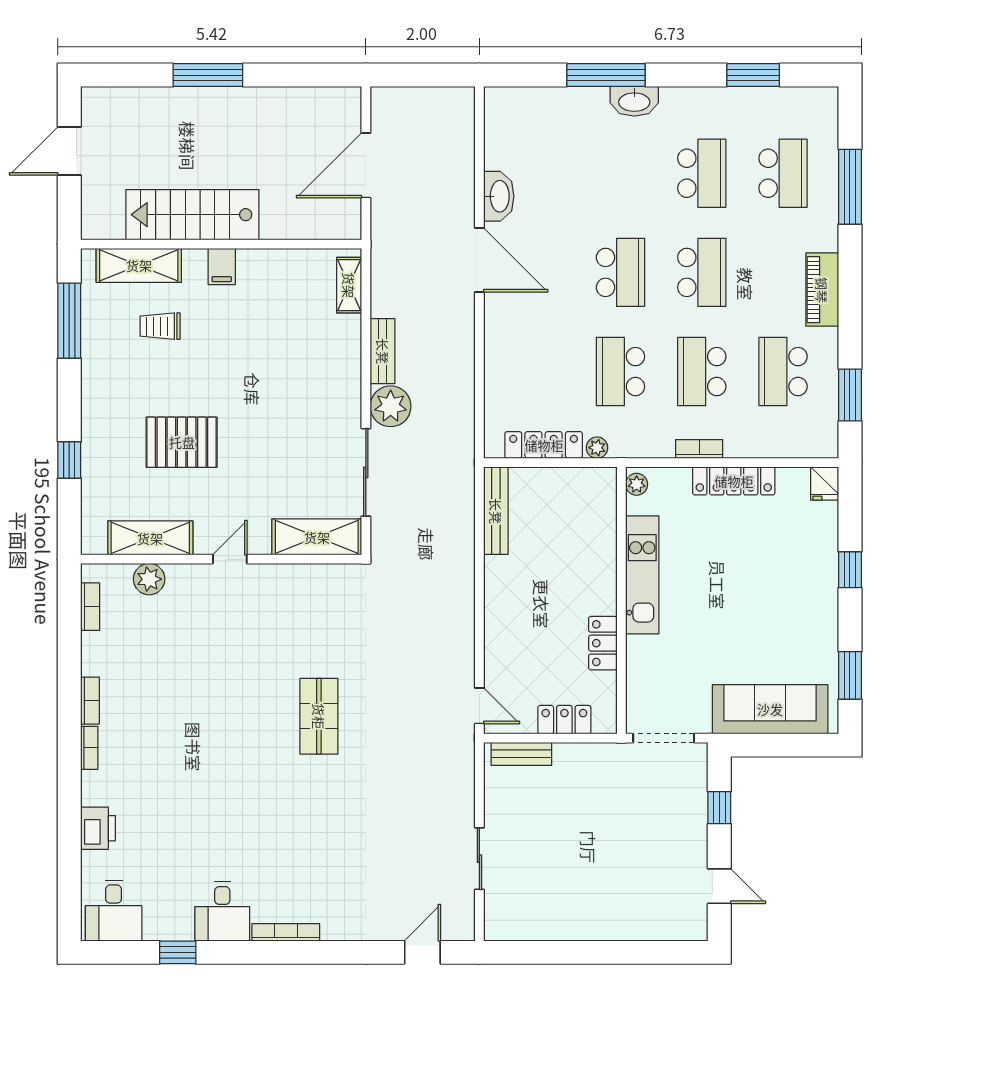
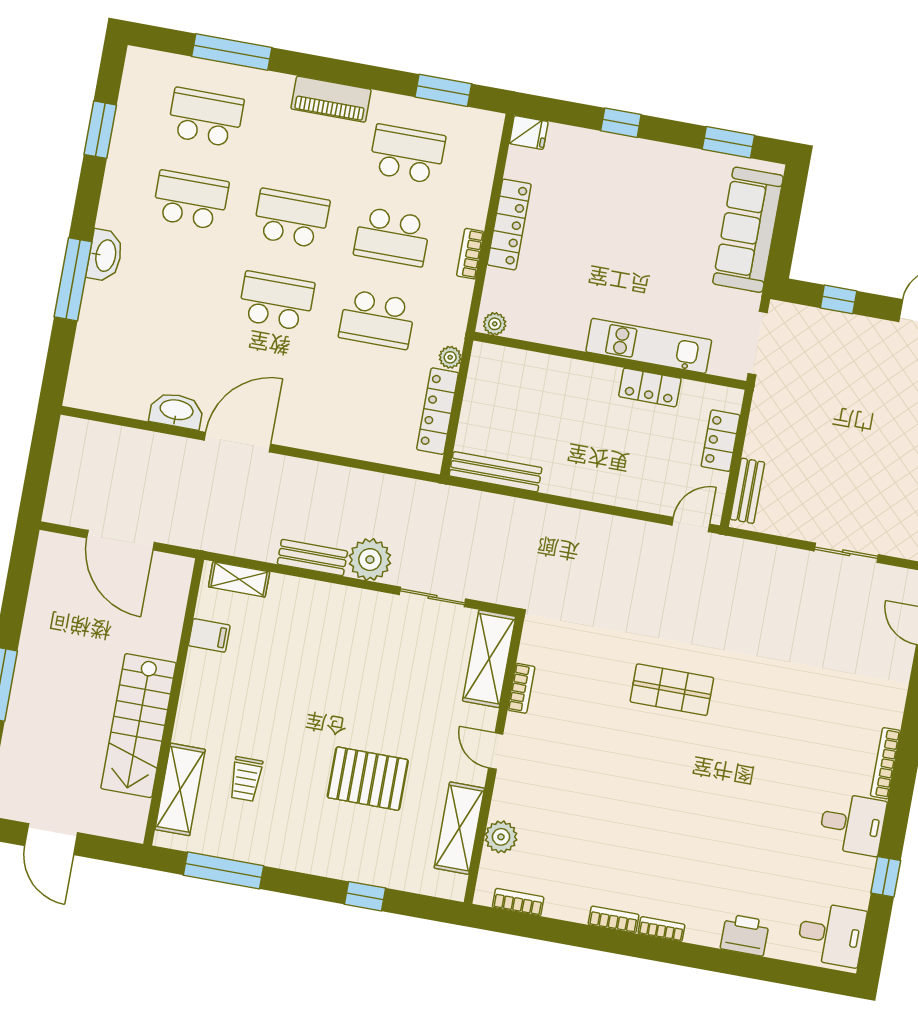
filing cabinet: (222, 266) -> (209, 635), moved
school desk: (783, 372) -> (407, 154), turned 180
pallet: (182, 442) -> (368, 779), turned 90
sliding door: (366, 472) -> (433, 597), width x0.73
bookcase: (294, 573) -> (521, 688), added
kitchen unit: (642, 575) -> (649, 346), moved

